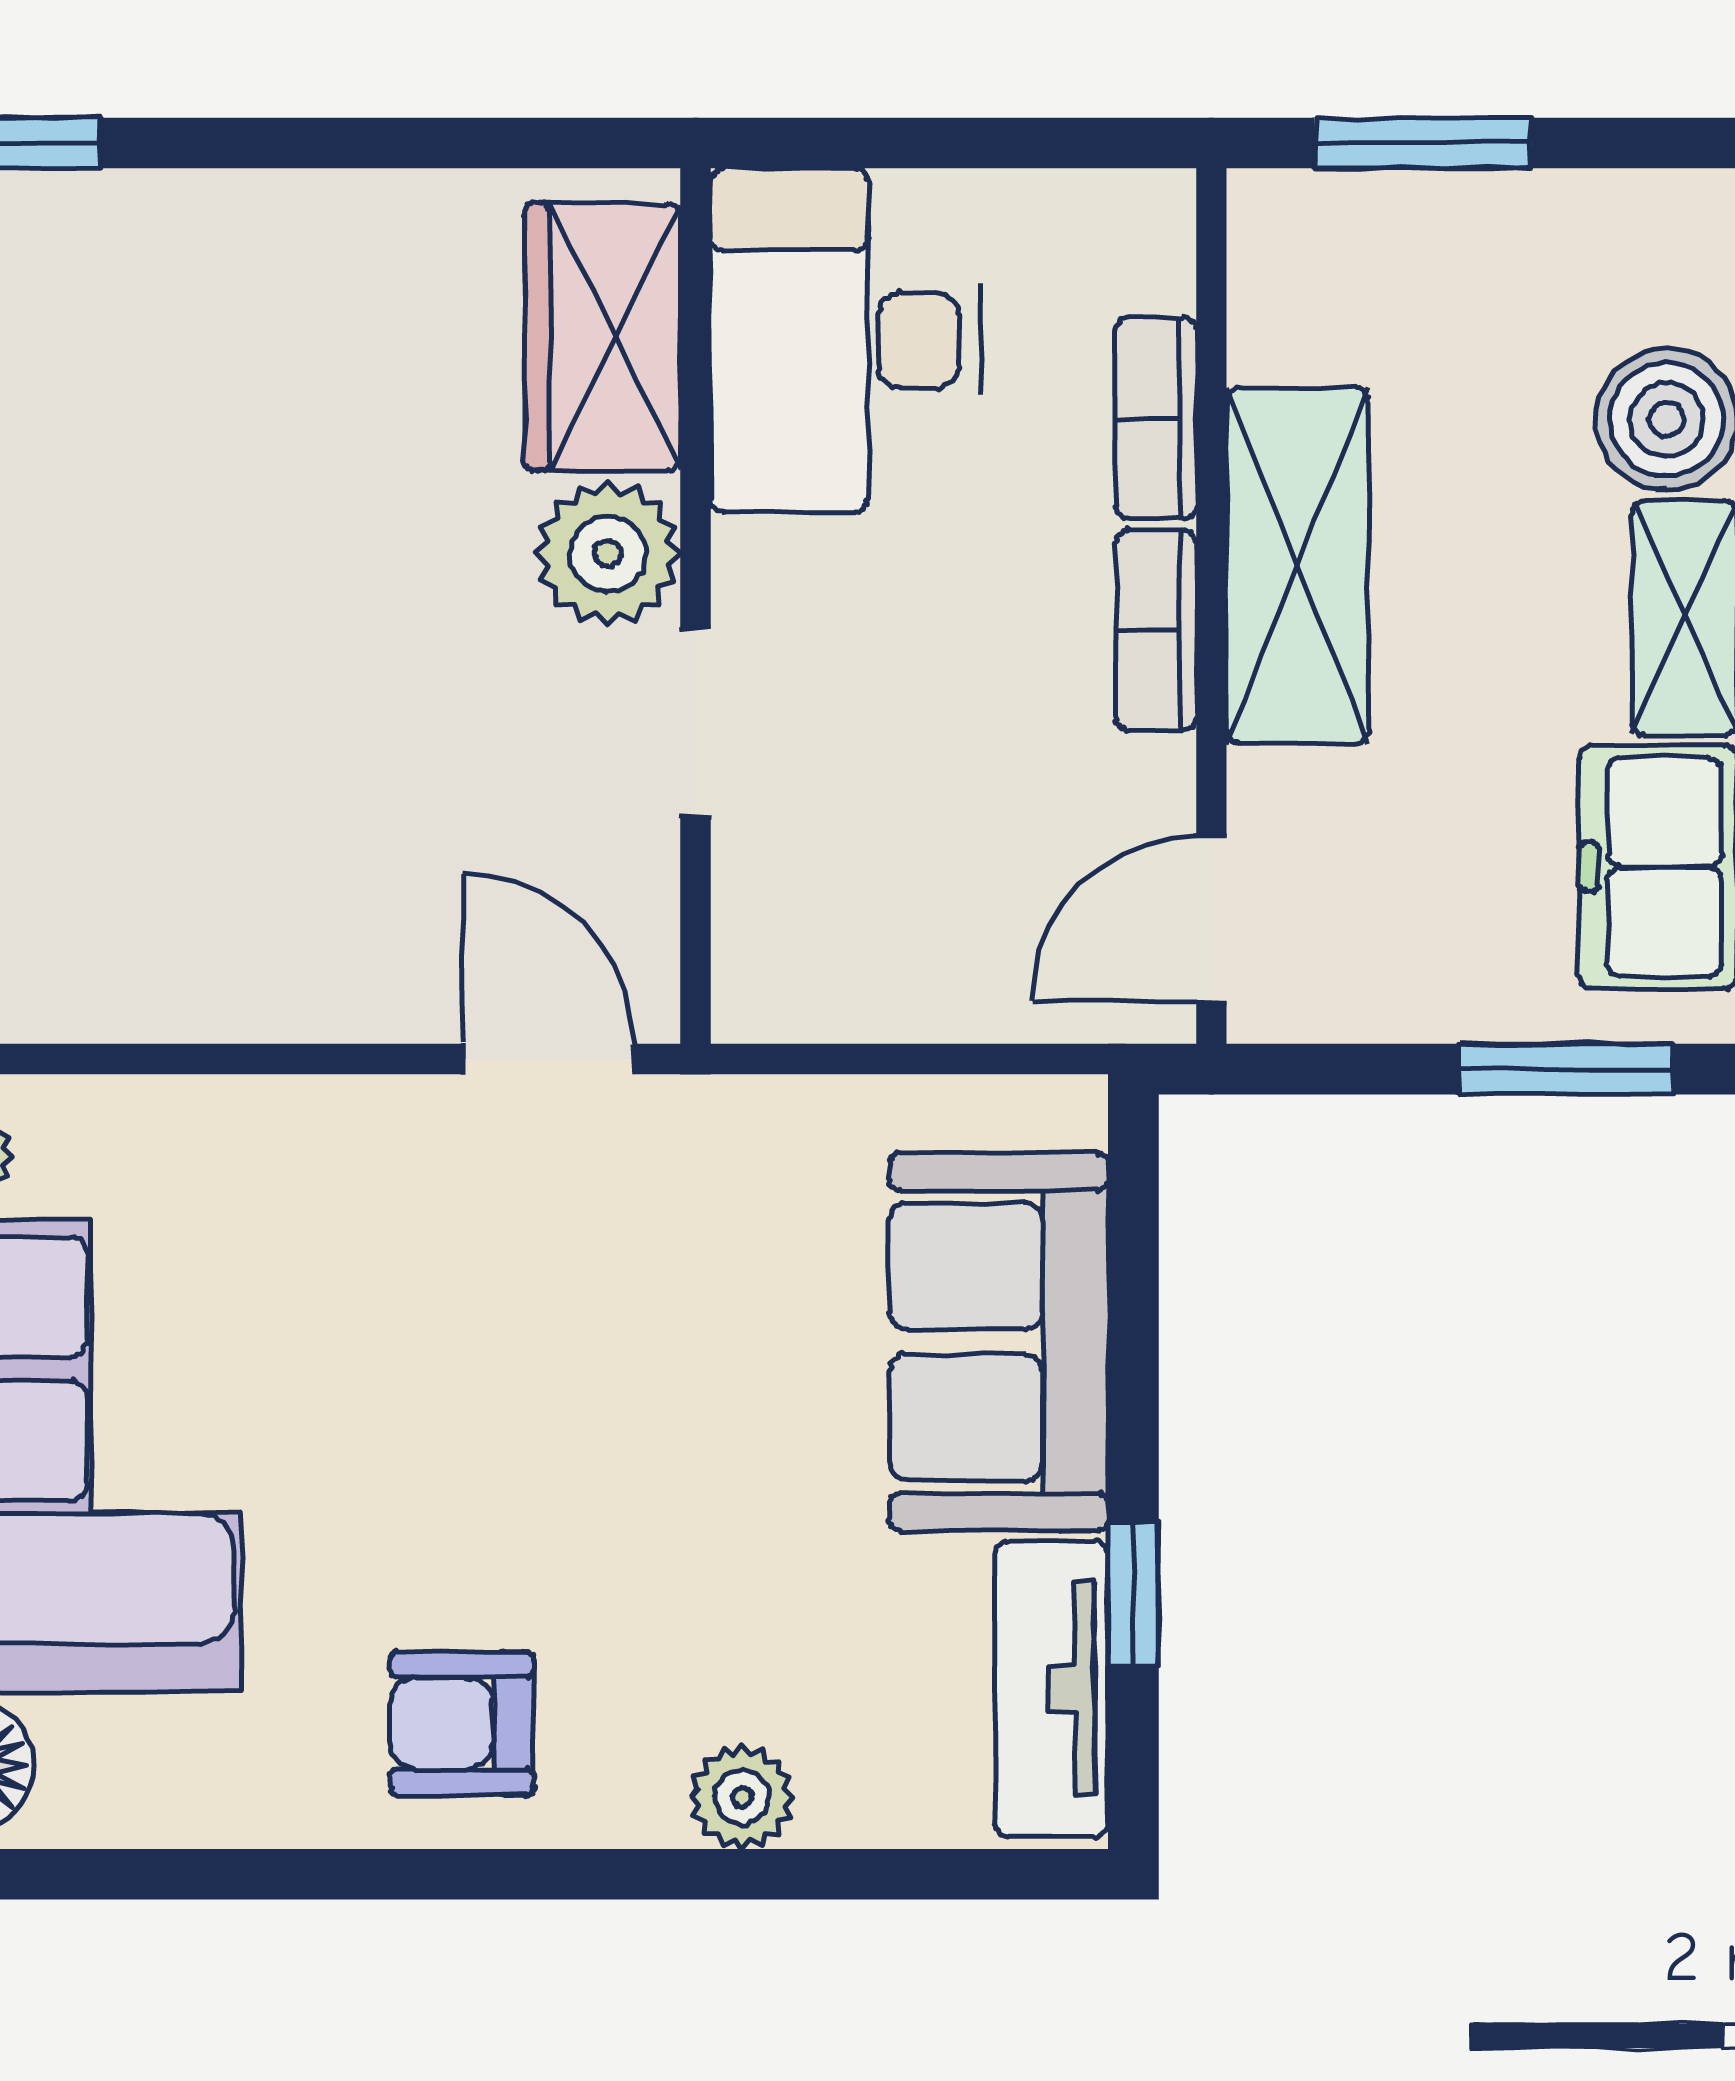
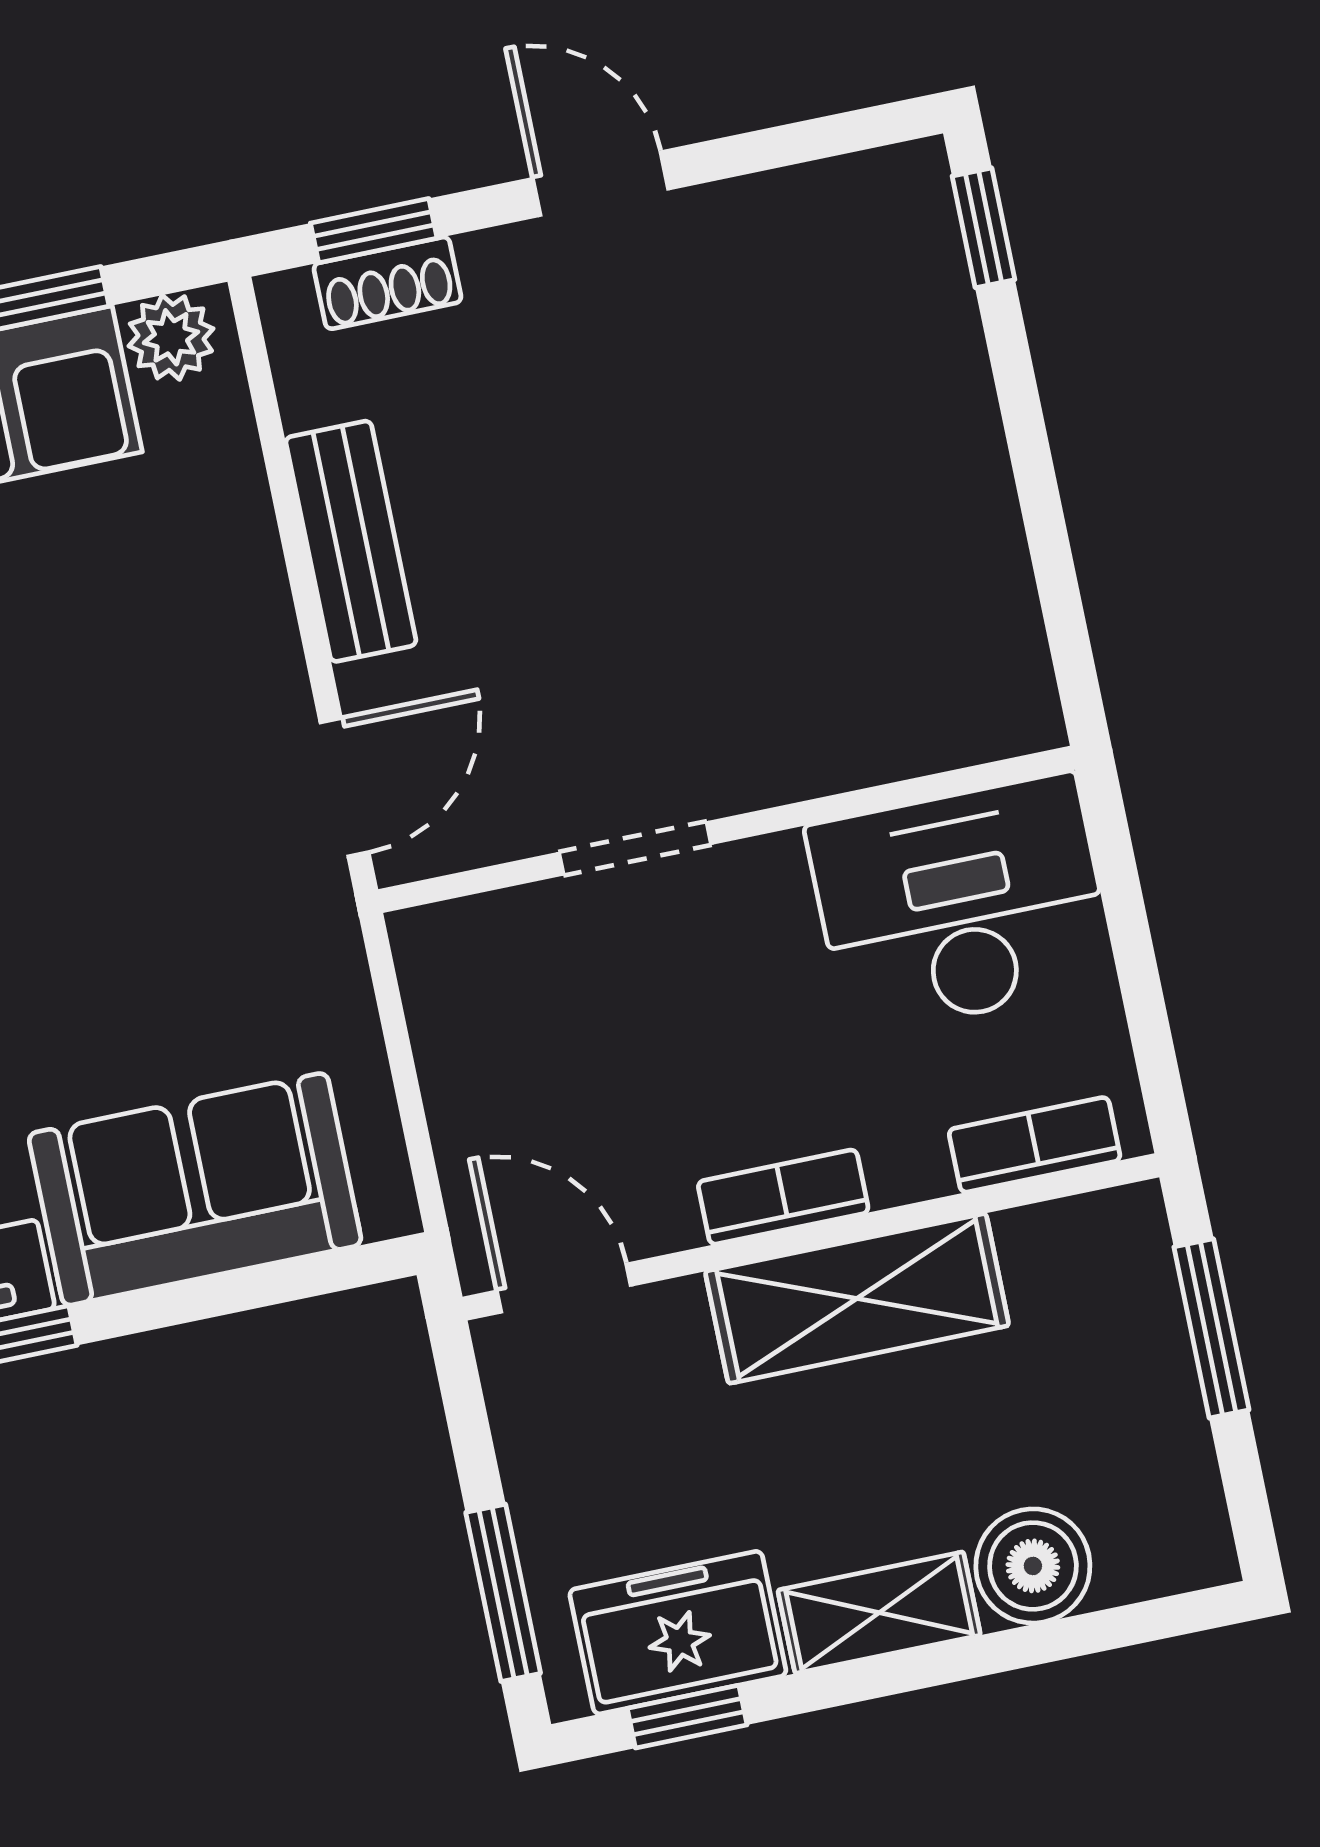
wardrobe: (603, 337) -> (924, 712), removed
bookcase: (1156, 418) -> (1035, 1145), moved
plant: (608, 554) -> (754, 751), removed
bench: (251, 990) -> (351, 541), added

